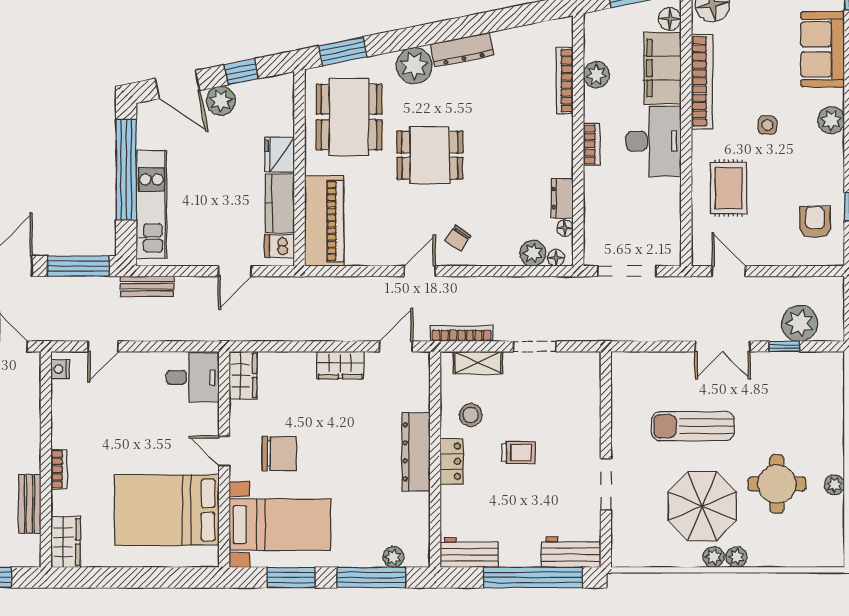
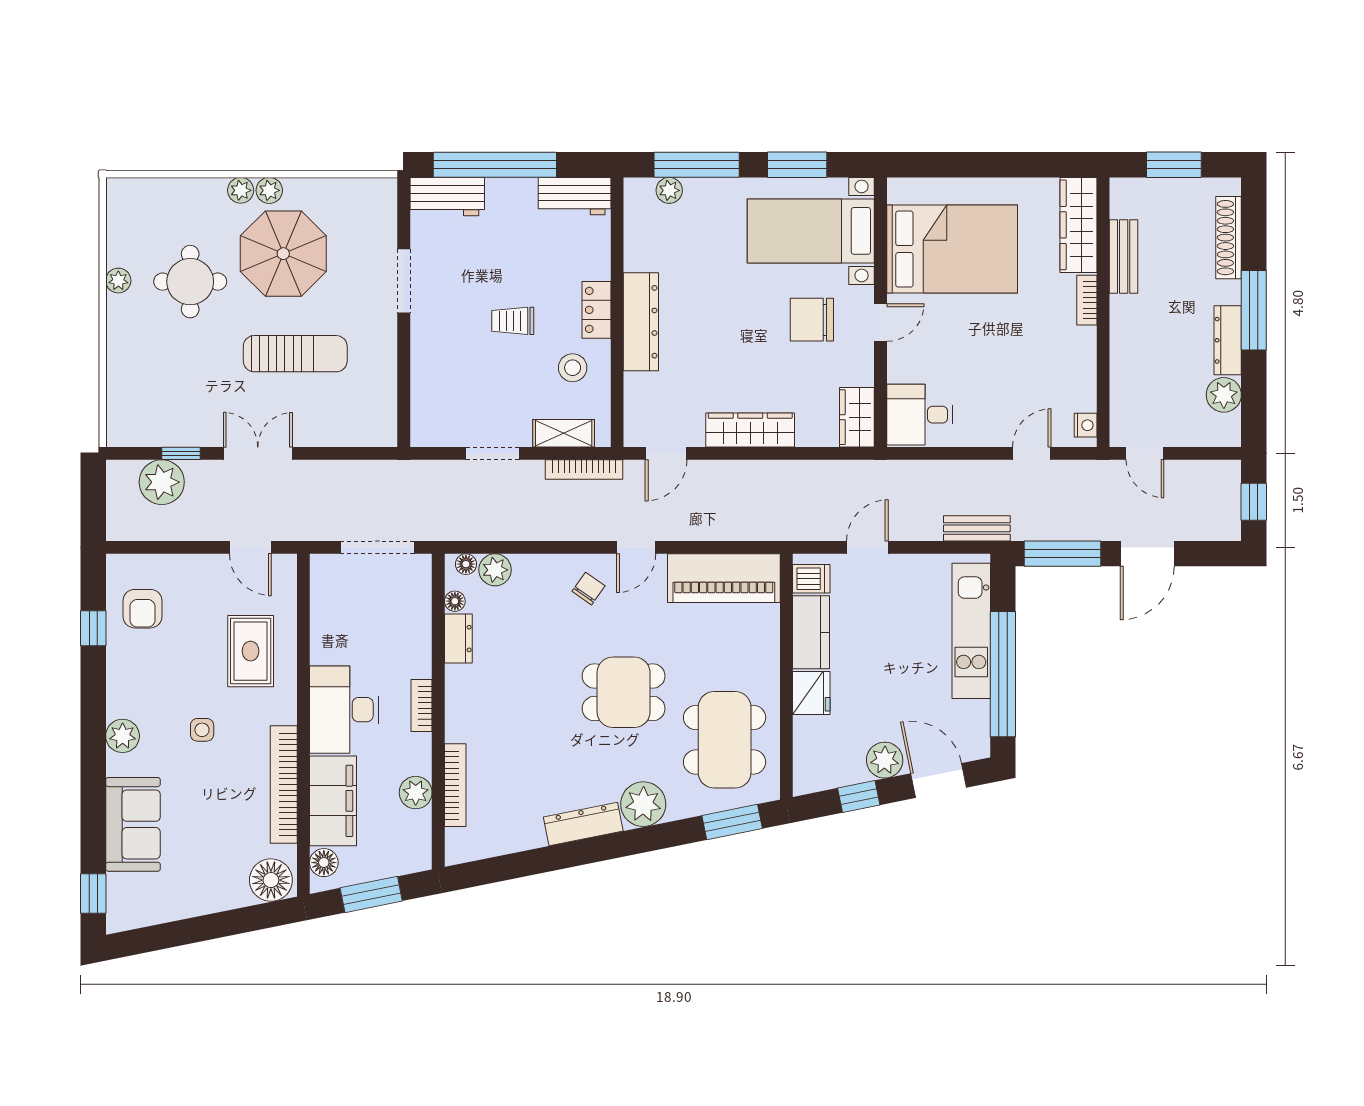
piano: (324, 221) -> (724, 578), moved, turned -90
wardrobe: (340, 365) -> (750, 430), width x1.50
door: (224, 451) -> (881, 323), hinge flipped
wardrobe: (66, 542) -> (1079, 225), width x1.50

